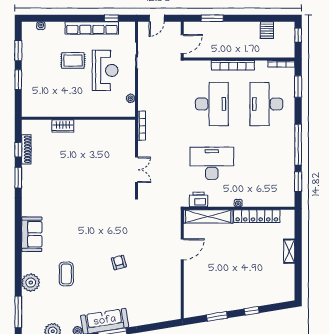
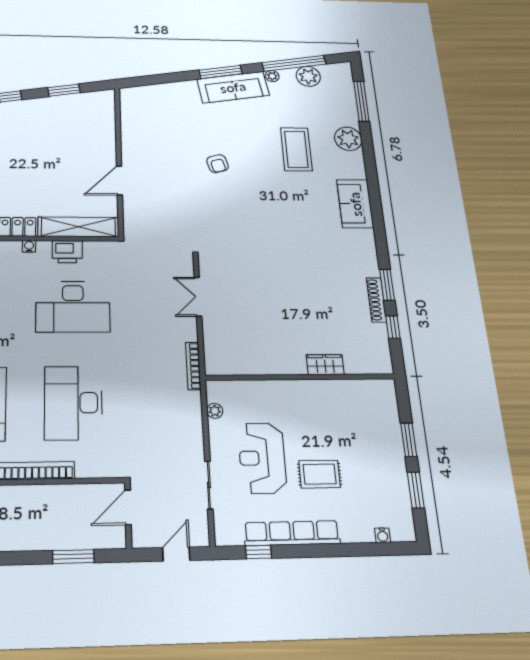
shoe rack: (26, 149) -> (376, 300), moved
printer: (198, 199) -> (67, 252), moved
coffee table: (66, 274) -> (296, 149), width x1.36, depth x1.32

